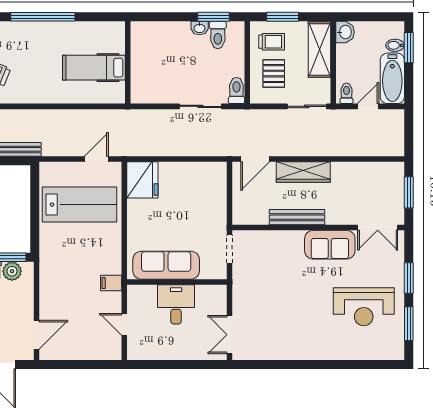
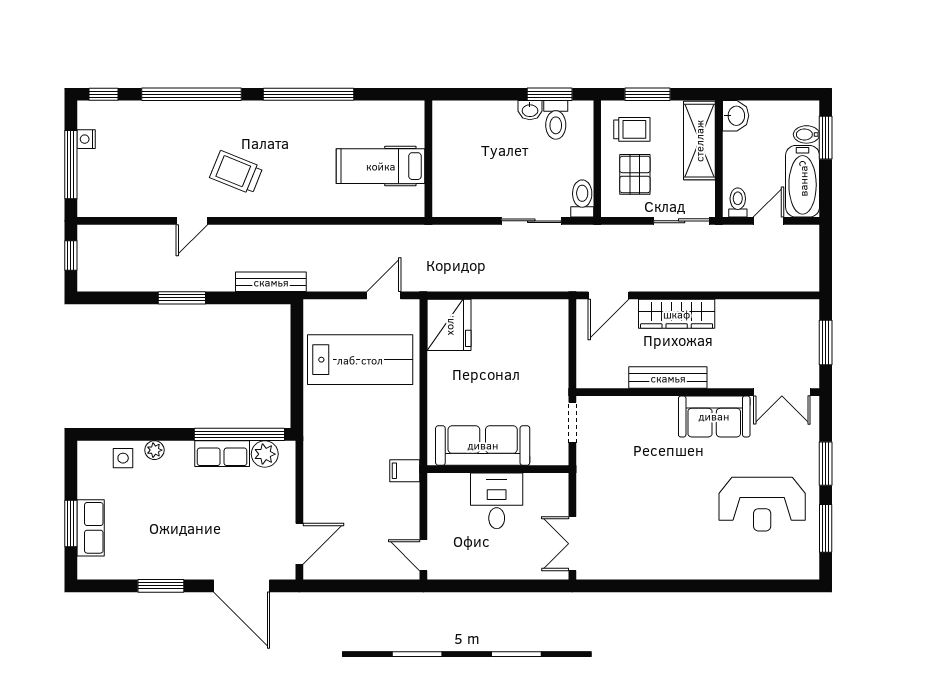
door: (124, 324) -> (423, 555), moved

